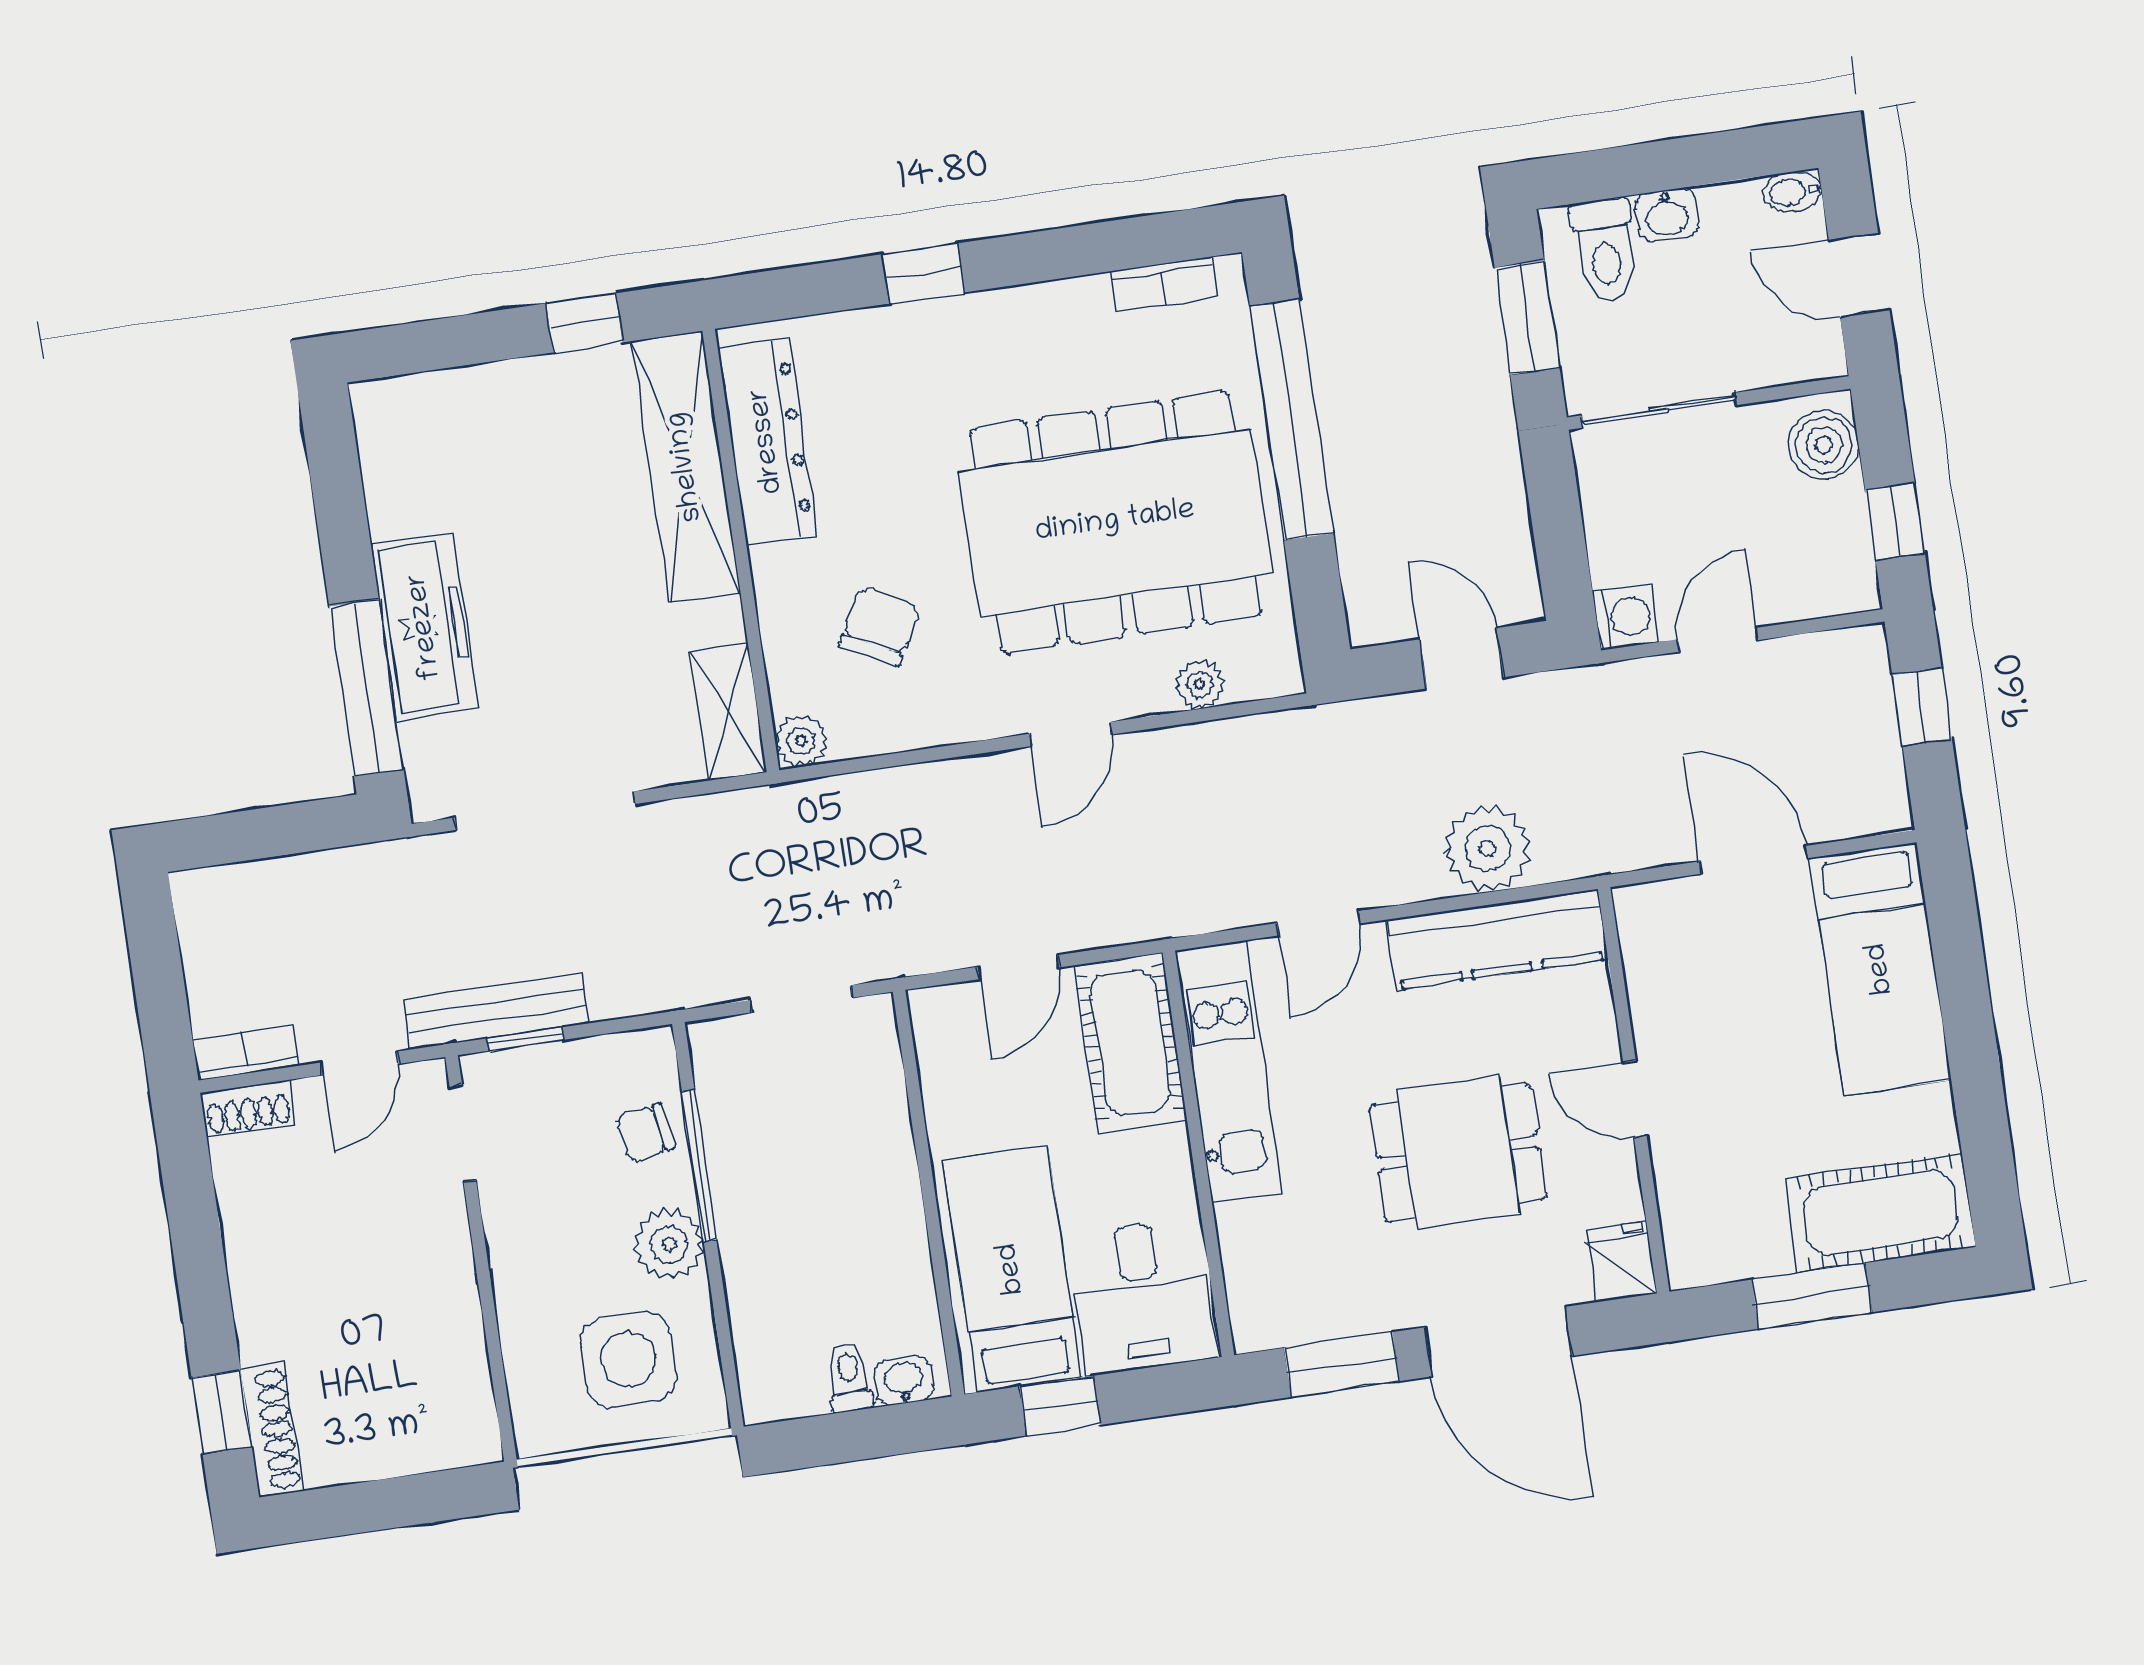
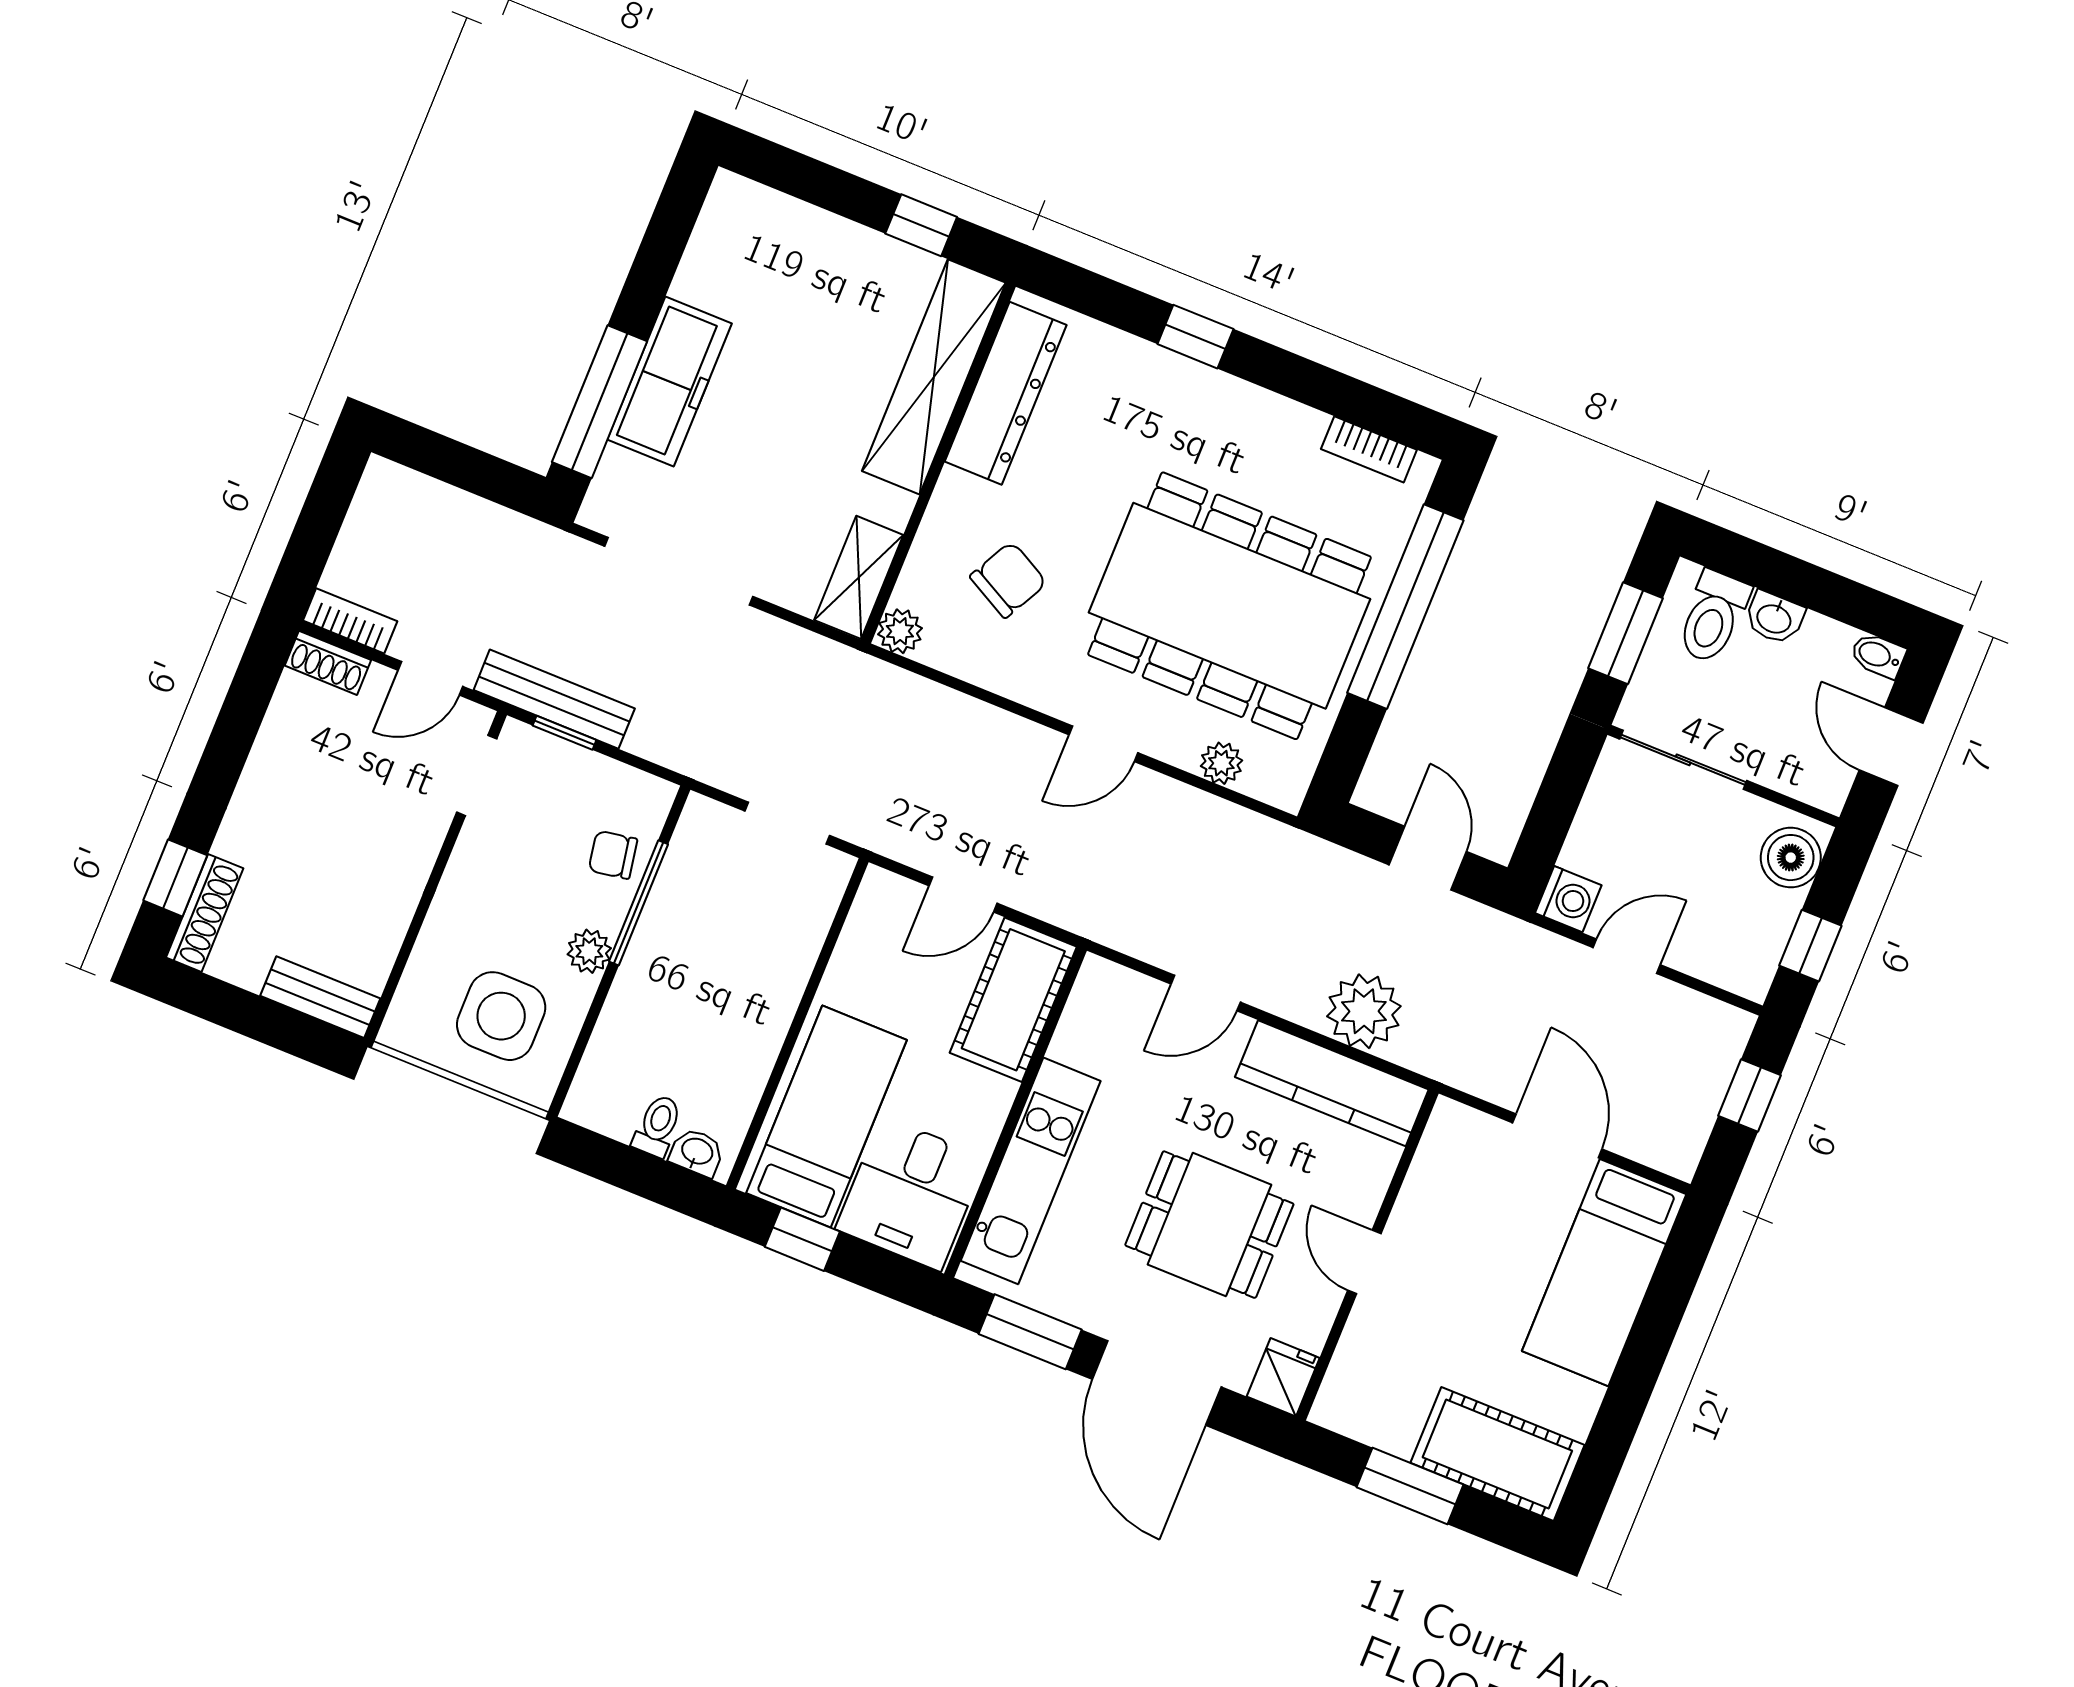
kitchen unit: (1229, 1071) -> (1031, 1171), moved
plant: (669, 1244) -> (589, 951), width x0.73, depth x0.73
bench: (436, 1446) -> (320, 997), added

